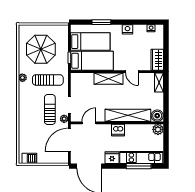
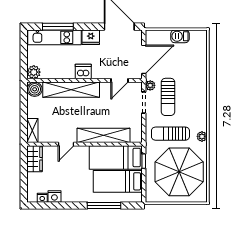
window: (101, 22) -> (104, 206), width x1.44
nightstand: (127, 29) -> (54, 197), moved
parasol: (41, 49) -> (179, 172), width x1.36, depth x1.36
door: (132, 72) -> (66, 144), swing flipped
shelving: (108, 79) -> (104, 135), width x1.47
barbecue: (29, 158) -> (180, 36), moved

